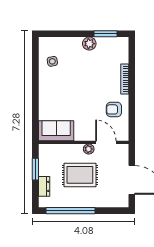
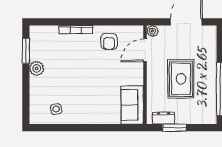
plant: (89, 149) -> (152, 31), moved
dresser: (44, 186) -> (164, 118), moved

